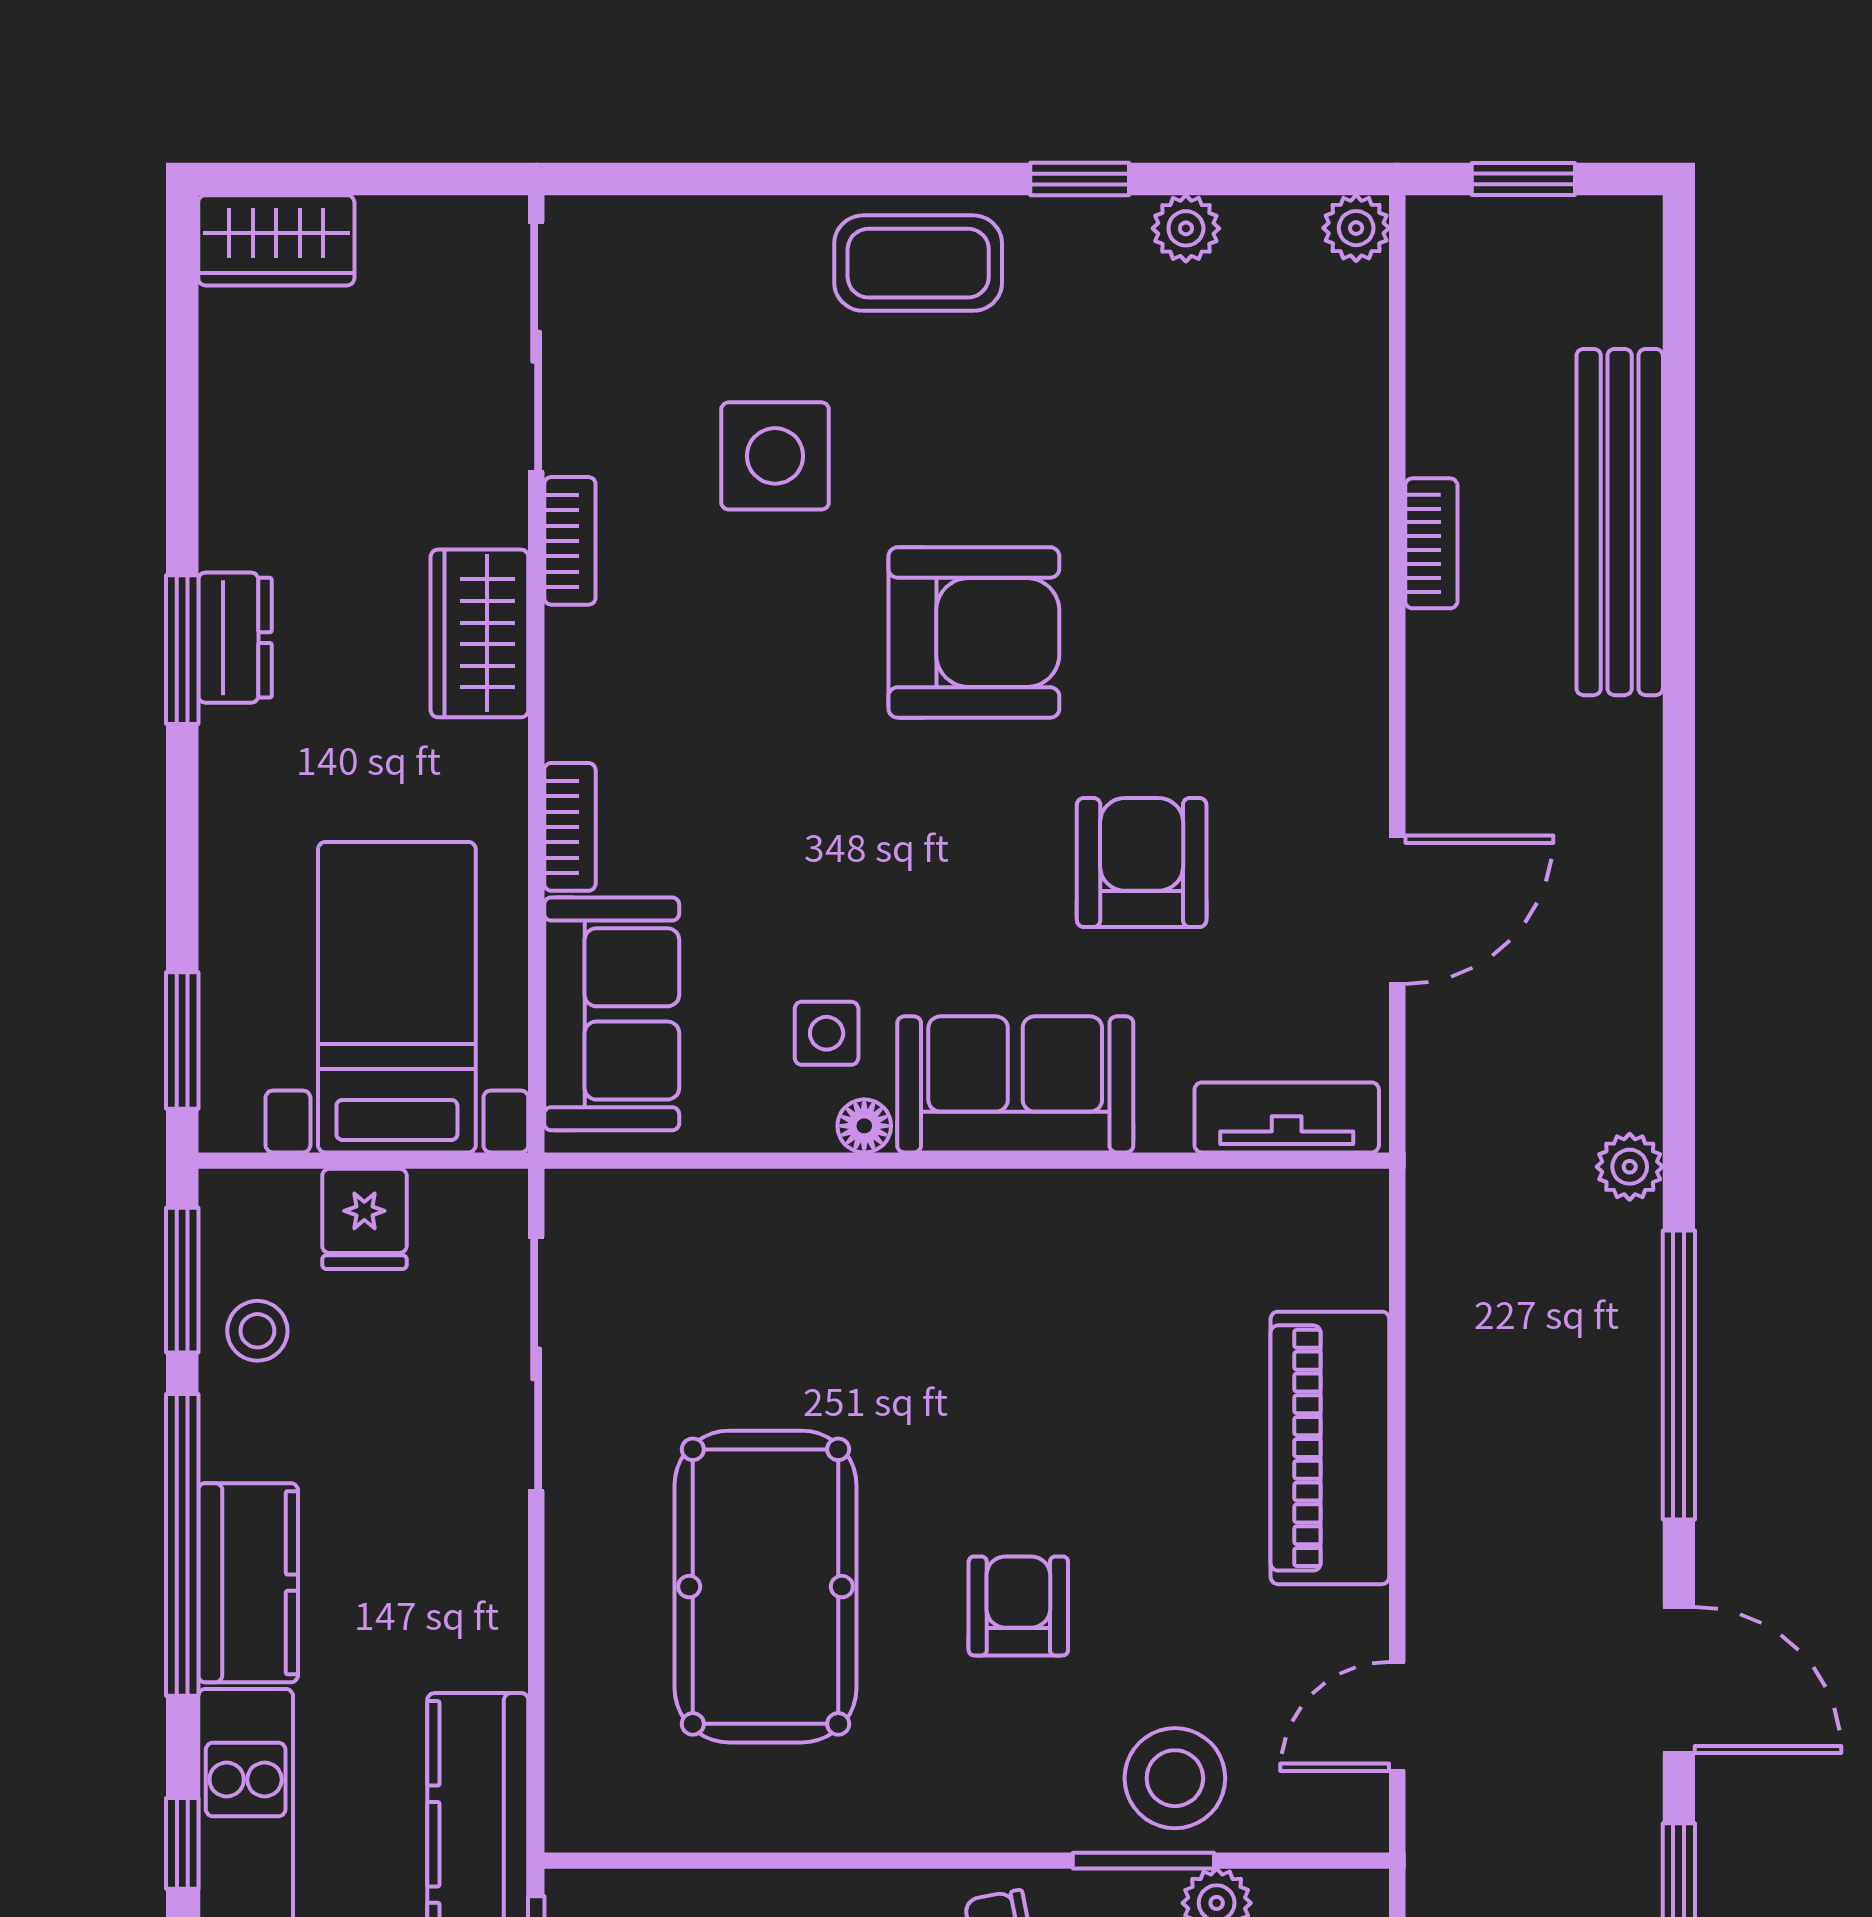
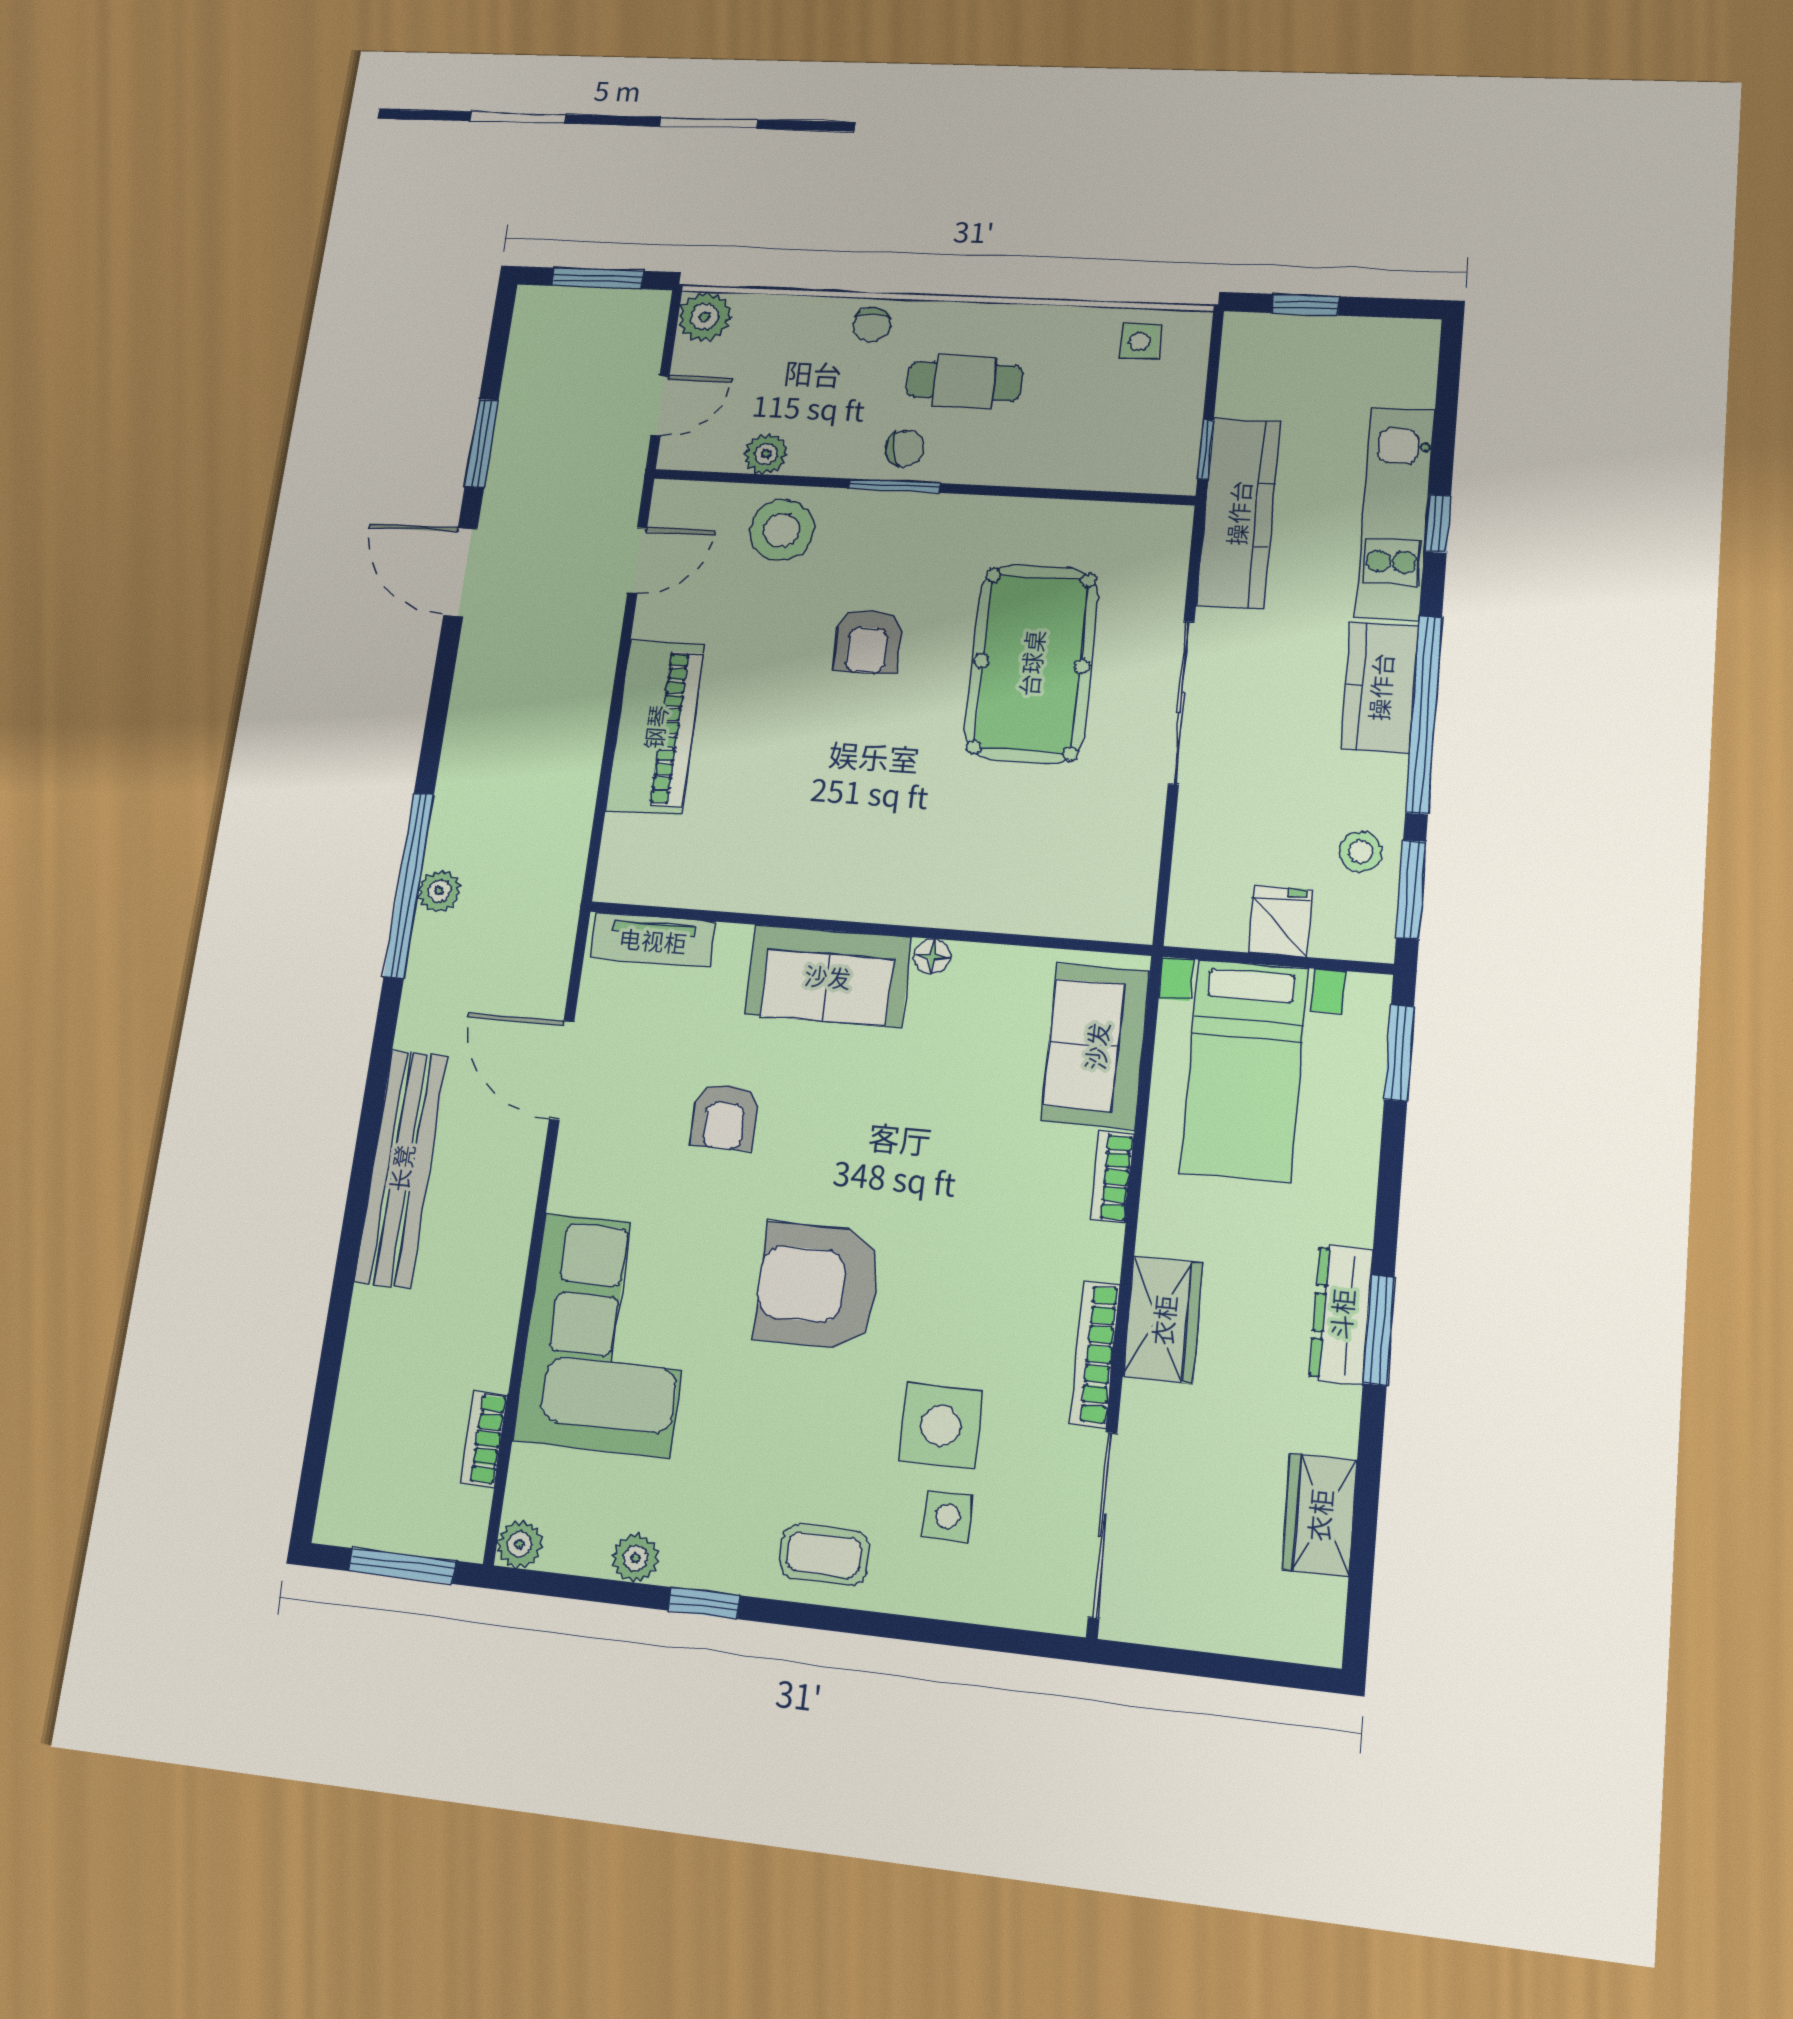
window: (1523, 179) -> (402, 1566), width x1.50
wardrobe: (276, 240) -> (1319, 1515), moved, turned -90
coffee table: (918, 263) -> (824, 1555), width x0.73, depth x0.77
bench: (1620, 522) -> (401, 1168), moved
corner sofa: (1272, 533) -> (607, 1334), added
bookcase: (570, 541) -> (1095, 1354), width x1.56
bookcase: (1431, 543) -> (484, 1439), moved
dresser: (235, 638) -> (1341, 1314), width x1.44
armchair: (1142, 862) -> (725, 1117), width x0.72, depth x0.72
door: (1397, 910) -> (562, 1070), hinge flipped
side table: (827, 1033) -> (948, 1516), moved
sliding door: (536, 1364) -> (1181, 702), moved
window: (1679, 1375) -> (409, 885), moved
window: (1143, 1861) -> (894, 486), moved

